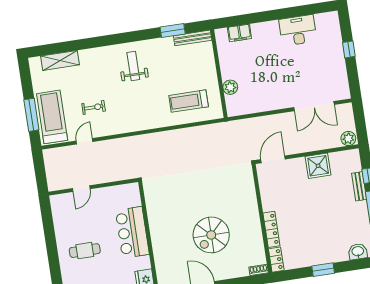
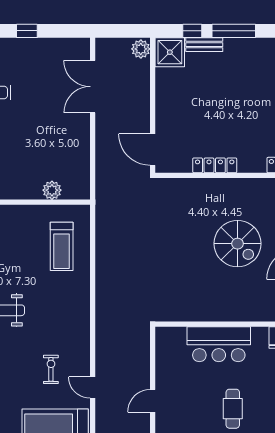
double door: (314, 106) -> (93, 87), swing flipped
shower: (318, 166) -> (170, 52), moved
door: (81, 189) -> (153, 401), swing flipped
locker: (271, 229) -> (215, 165), moved

